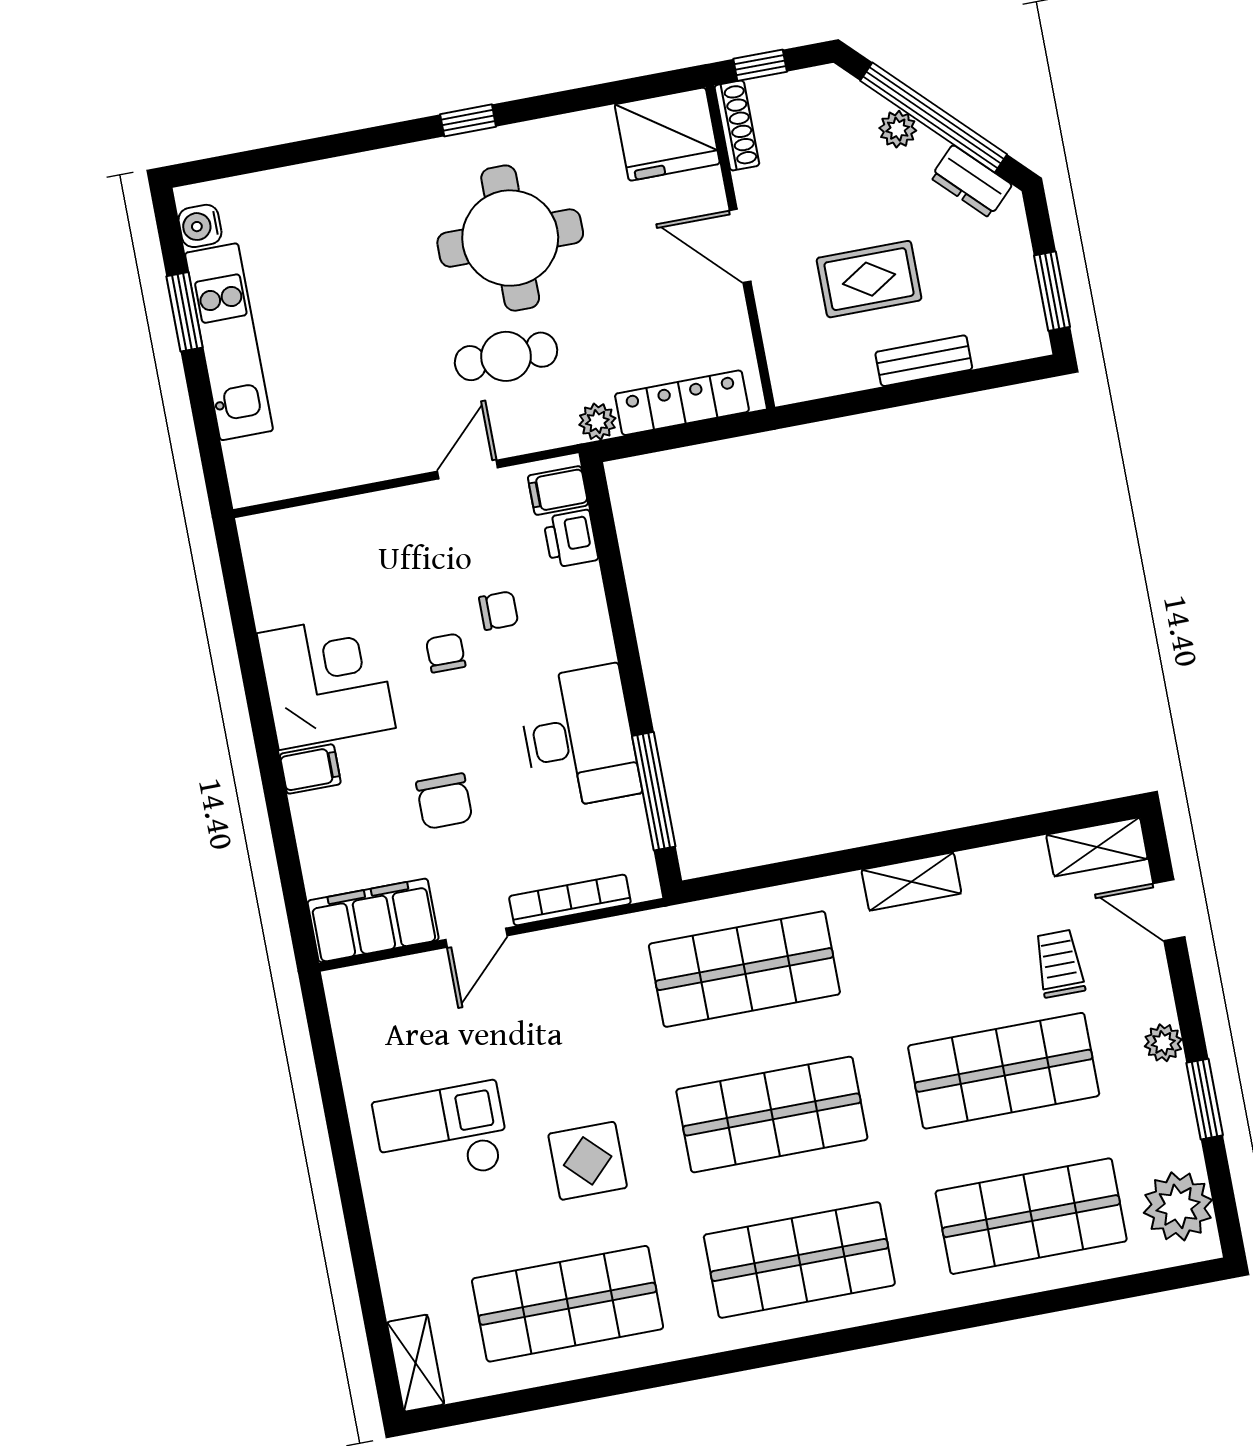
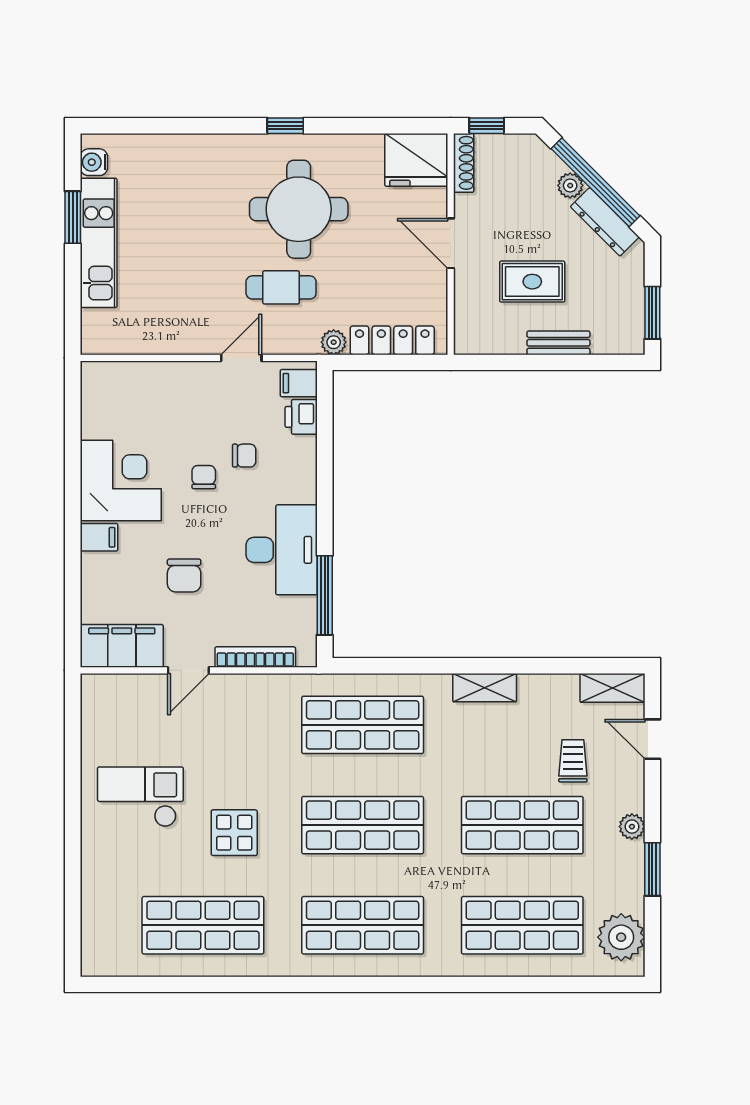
dresser: (971, 181) -> (605, 222), width x1.44
shelving: (416, 1363) -> (94, 946), removed

